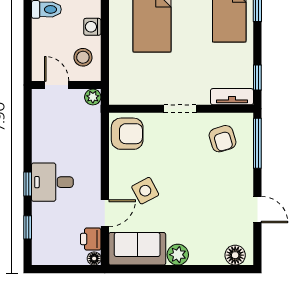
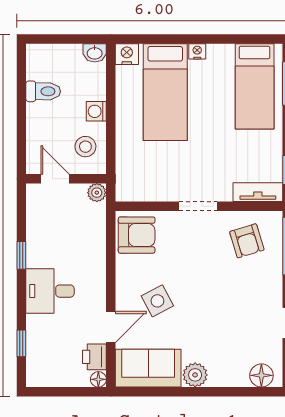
window: (28, 184) -> (21, 255), moved

